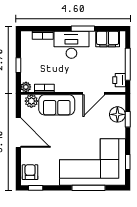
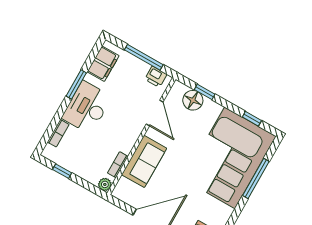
window: (18, 65) -> (62, 171), moved
plant: (31, 101) -> (124, 187), removed

